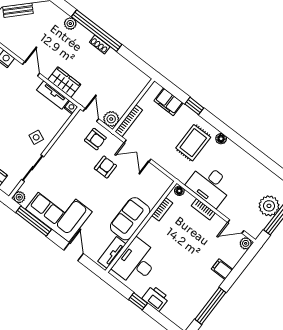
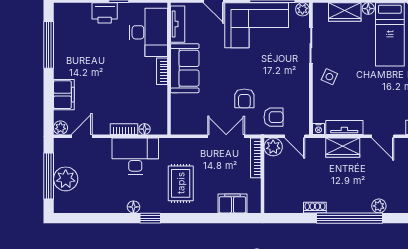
shoe rack: (100, 44) -> (315, 208), moved
window: (194, 106) -> (150, 218), moved
armchair: (95, 139) -> (273, 117), turned 180
floor lamp: (221, 139) -> (133, 207), moved
floor lamp: (179, 191) -> (145, 129), moved
bookcase: (162, 209) -> (162, 71), moved
filing cabinet: (222, 269) -> (64, 95), width x2.00

